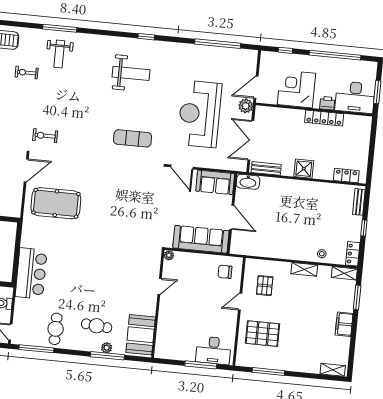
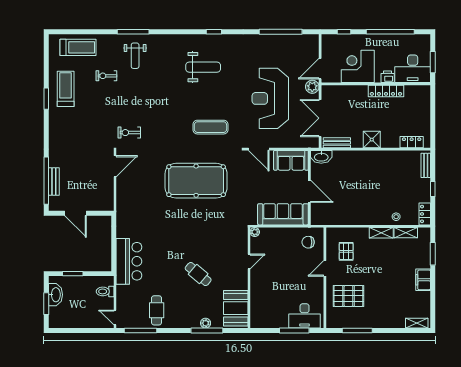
pool table: (56, 203) -> (196, 181), moved, width x1.36, depth x1.32
shelving: (344, 273) -> (406, 233), moved
cafe table: (97, 326) -> (198, 274), moved, turned 35

